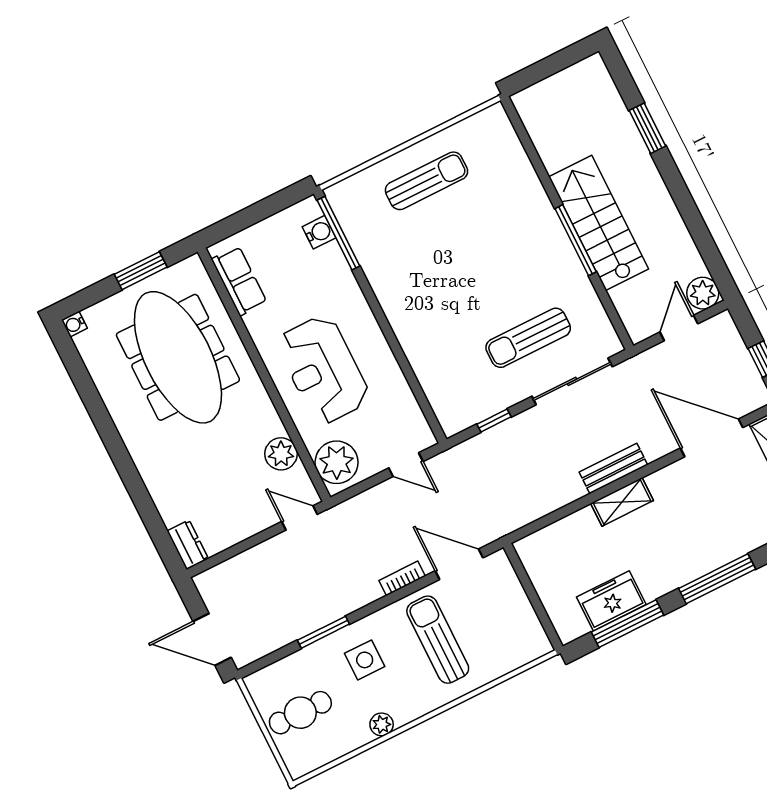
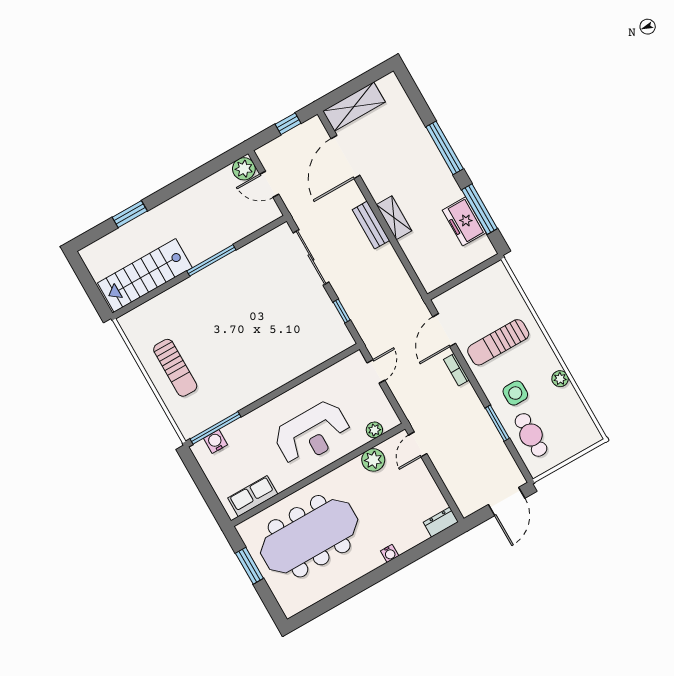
sun lounger: (426, 181) -> (175, 368), turned 180
stairs: (599, 223) -> (145, 275), moved
water cooler: (74, 324) -> (390, 553), moved
sun lounger: (528, 338) -> (282, 290), removed
plant: (337, 462) -> (374, 430), width x0.53, depth x0.53
cafe table: (300, 713) -> (531, 435), moved

